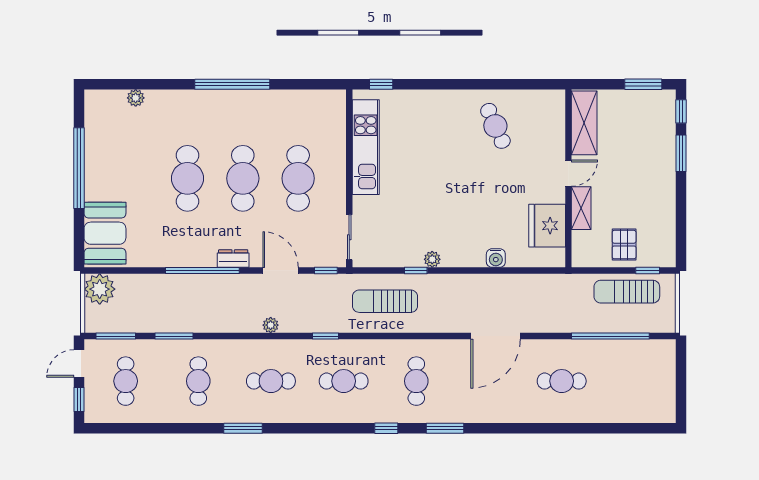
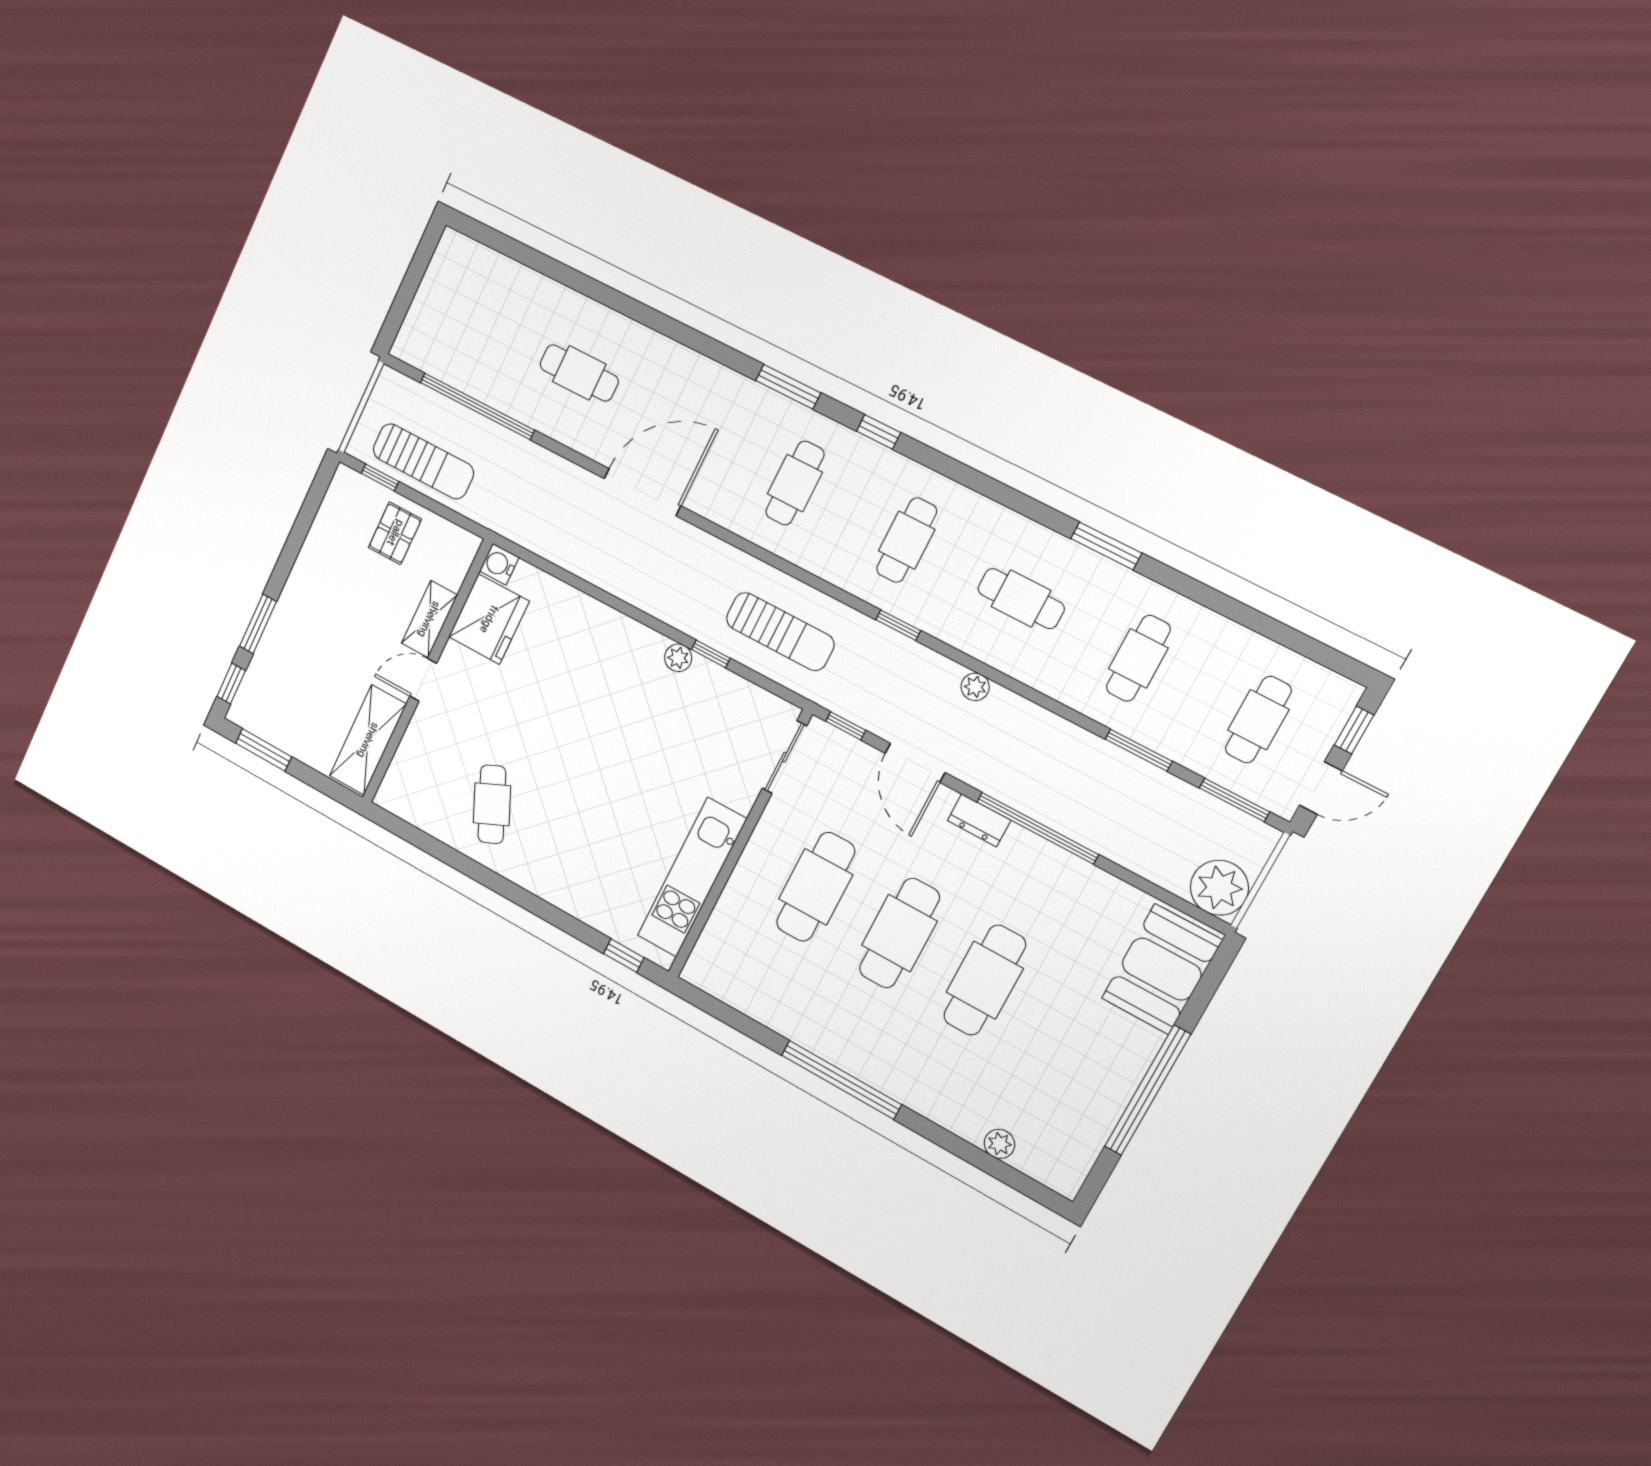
water cooler: (496, 258) -> (499, 564), moved, turned -90
cafe table: (344, 381) -> (907, 540), turned 90

